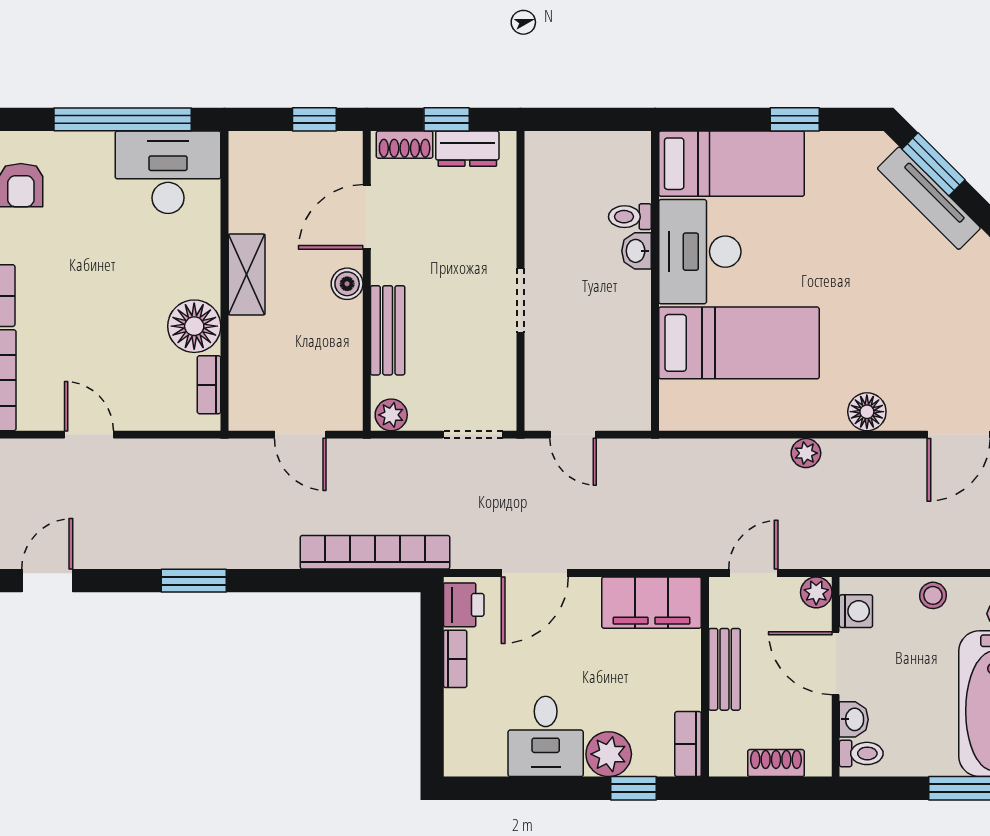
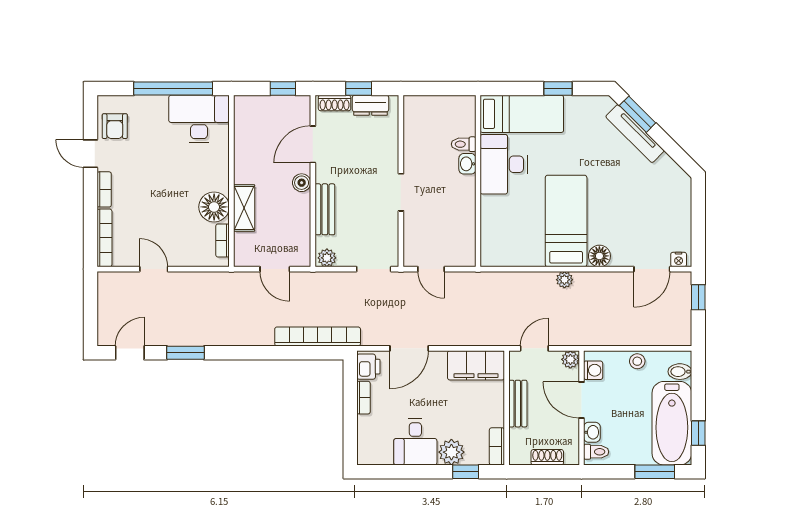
shelving: (247, 274) -> (244, 208), moved
bed: (739, 343) -> (566, 221), moved, turned -90
window: (194, 581) -> (185, 353), moved

